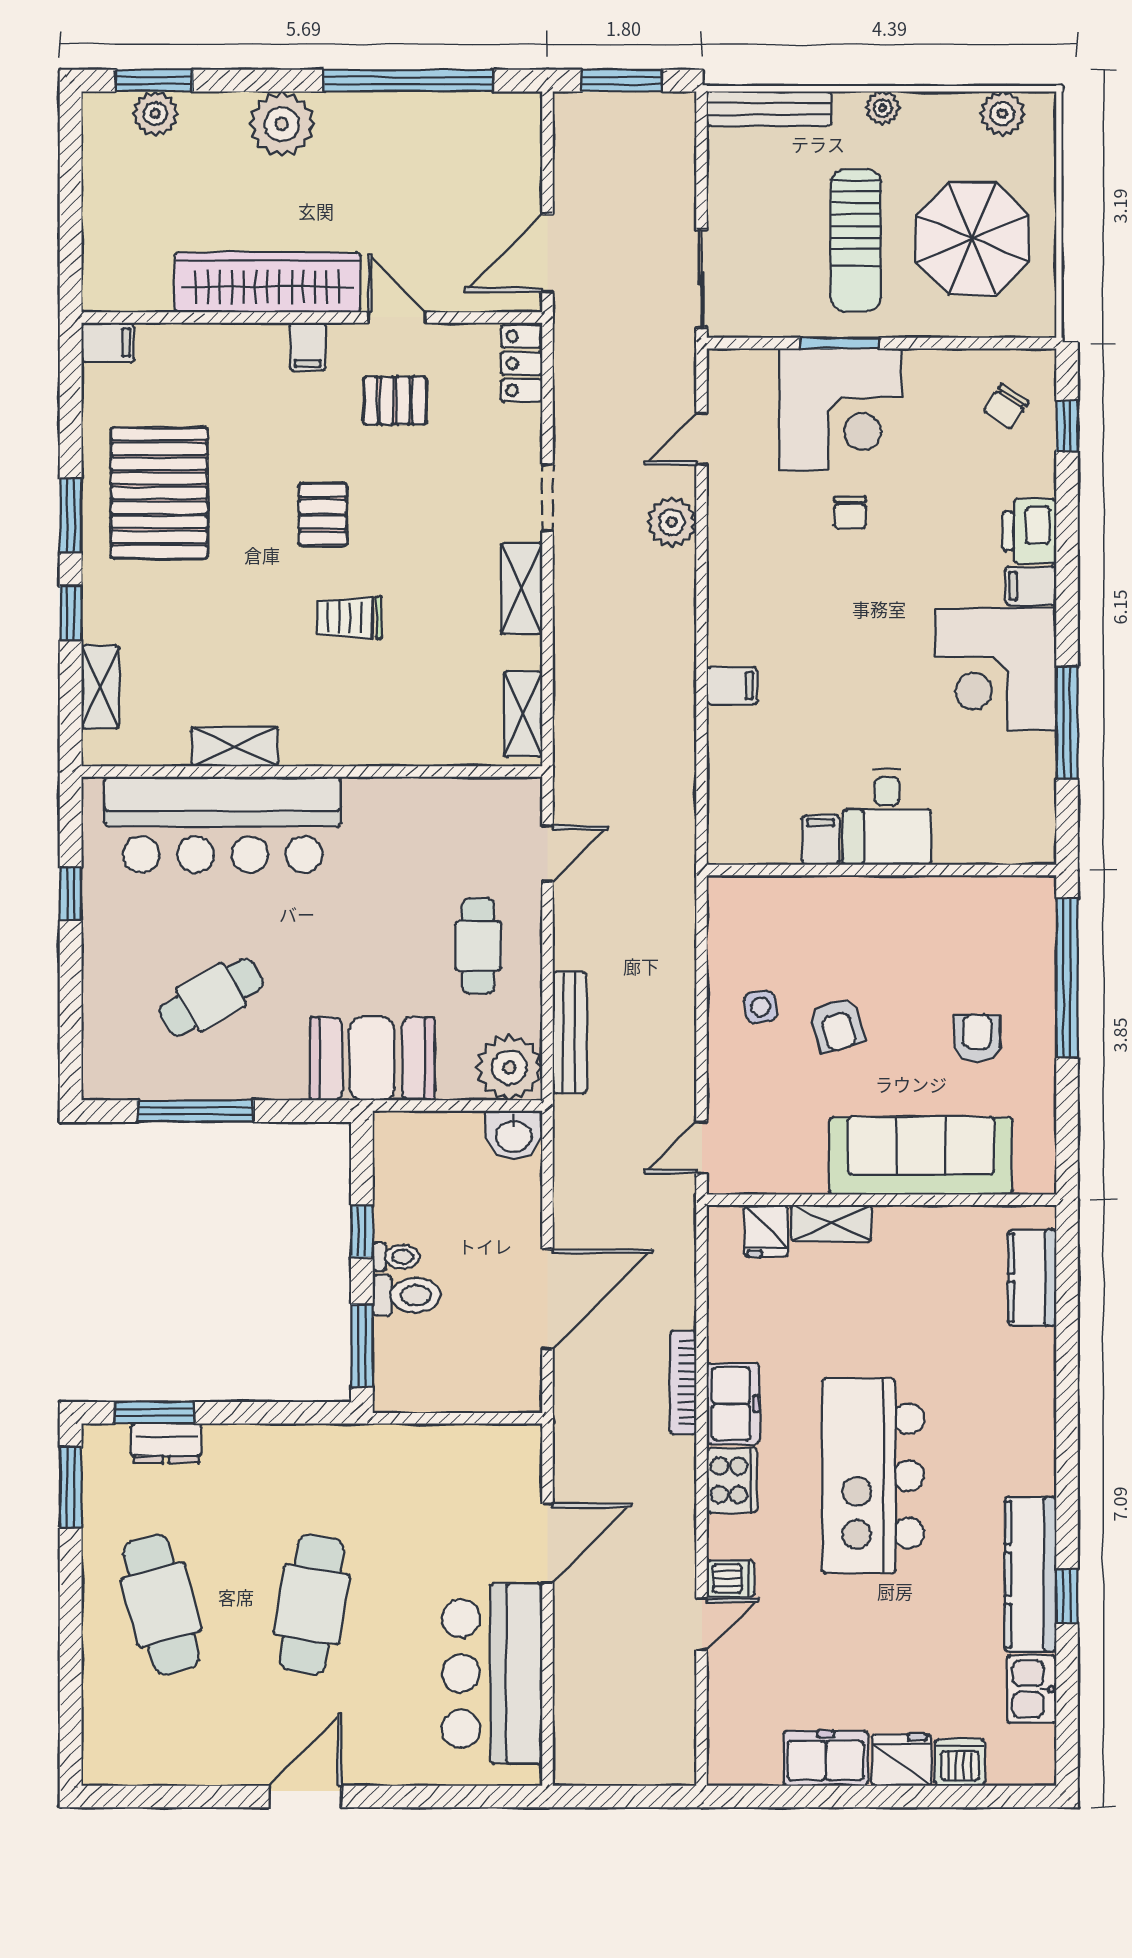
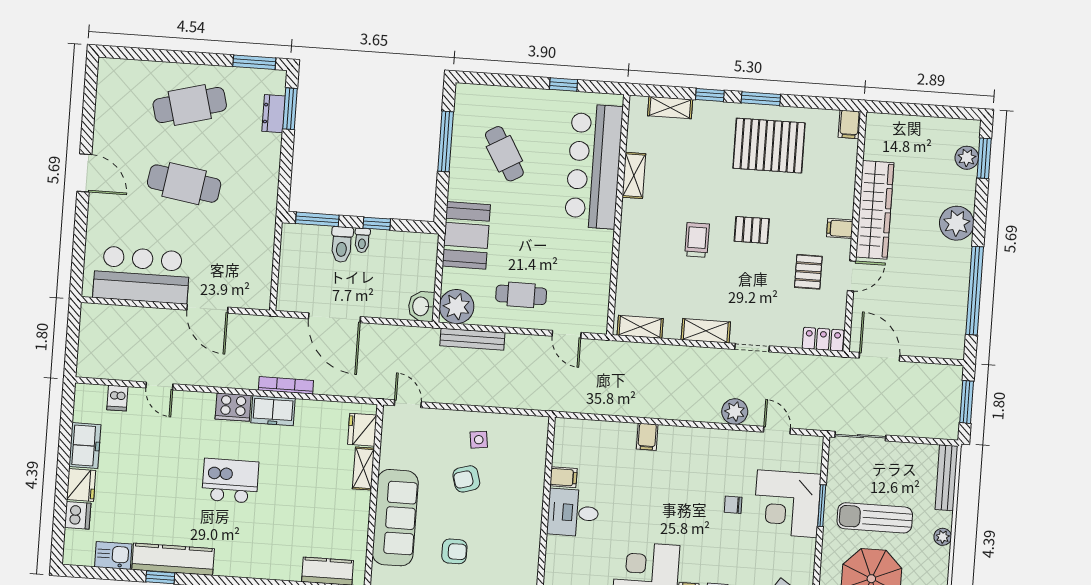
fridge: (766, 1231) -> (362, 430), width x1.38
kitchen island: (873, 1476) -> (230, 481), width x0.54, depth x0.78
dishwasher: (731, 1579) -> (117, 398), moved

